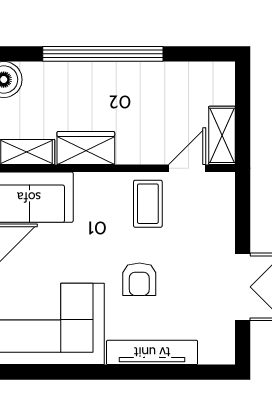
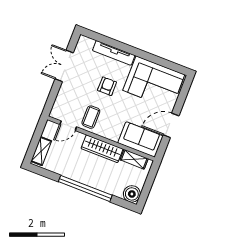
shelving: (222, 135) -> (41, 151), moved
wardrobe: (86, 148) -> (102, 149), width x1.50

